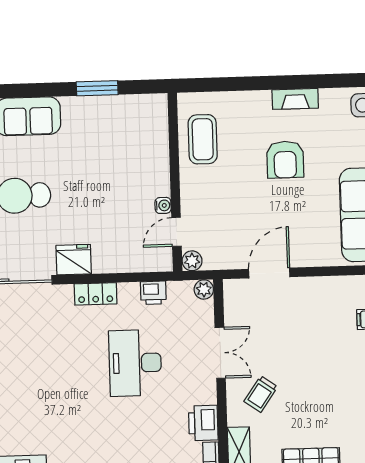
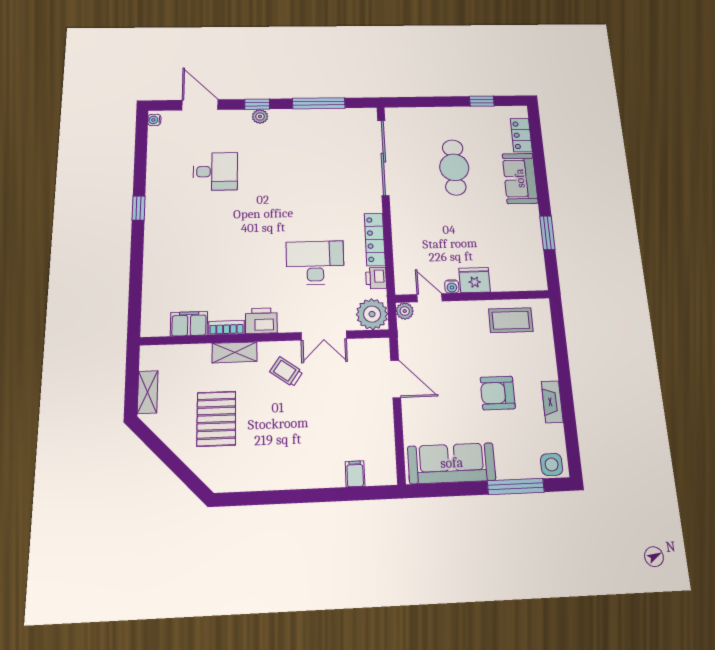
fridge: (74, 260) -> (474, 280), moved, turned -90
plant: (204, 289) -> (372, 314), width x1.88, depth x1.88
locker: (96, 294) -> (375, 239), width x1.53

